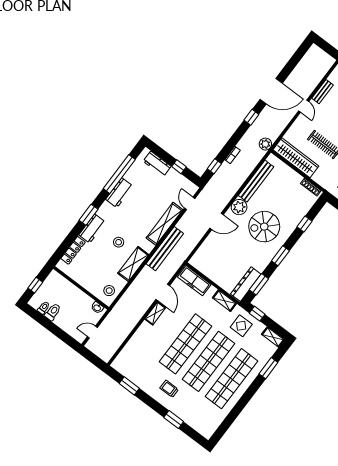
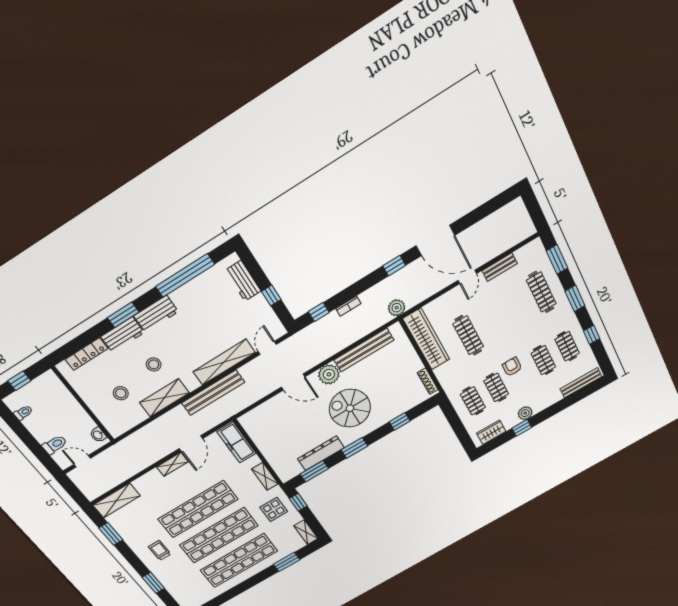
workbench: (119, 193) -> (156, 314), moved
dresser: (246, 284) -> (321, 453), moved
stool: (109, 291) -> (121, 393), moved
toilet: (53, 312) -> (55, 445), moved
shelving: (125, 356) -> (117, 501), added

